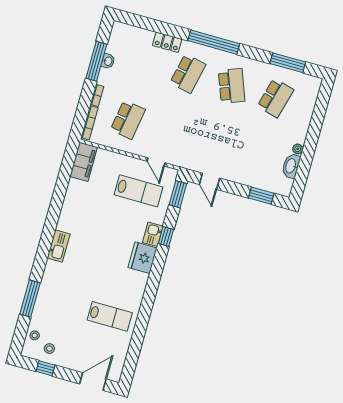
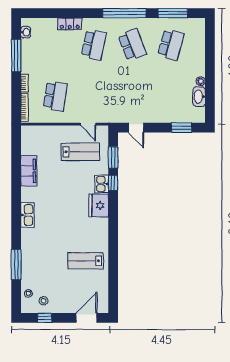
window: (214, 42) -> (124, 13), moved
washbasin: (108, 61) -> (26, 32), moved
filing cabinet: (84, 162) -> (29, 171), moved
window: (178, 194) -> (113, 158), moved
lab bench: (110, 316) -> (85, 261), turned 180

